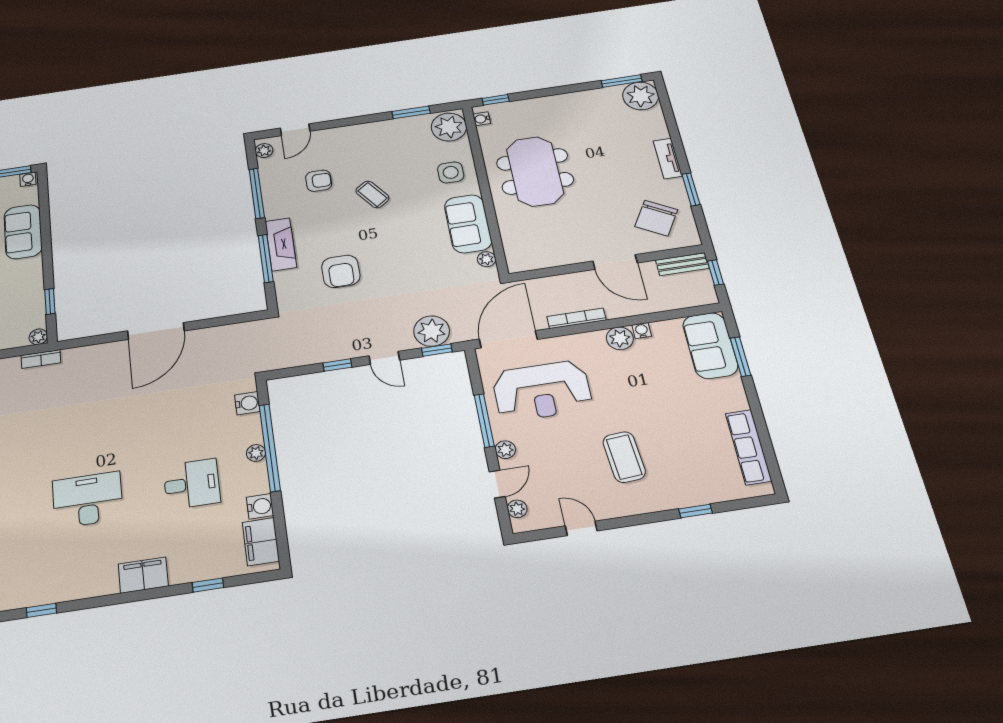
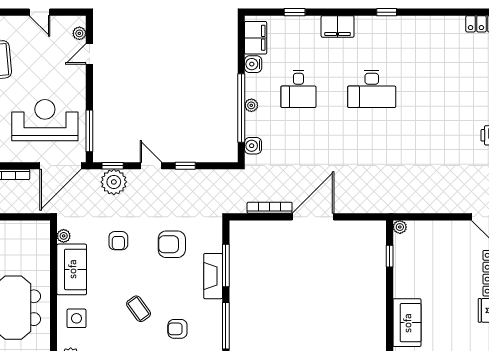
armchair: (413, 265) -> (118, 241), added
armchair: (341, 271) -> (172, 244), turned -90
bookcase: (41, 359) -> (270, 208), moved, width x1.56
window: (484, 420) -> (89, 131), moved
plant: (505, 450) -> (79, 79), removed
desk: (192, 484) -> (298, 89), turned -90
window: (41, 610) -> (387, 12), moved

